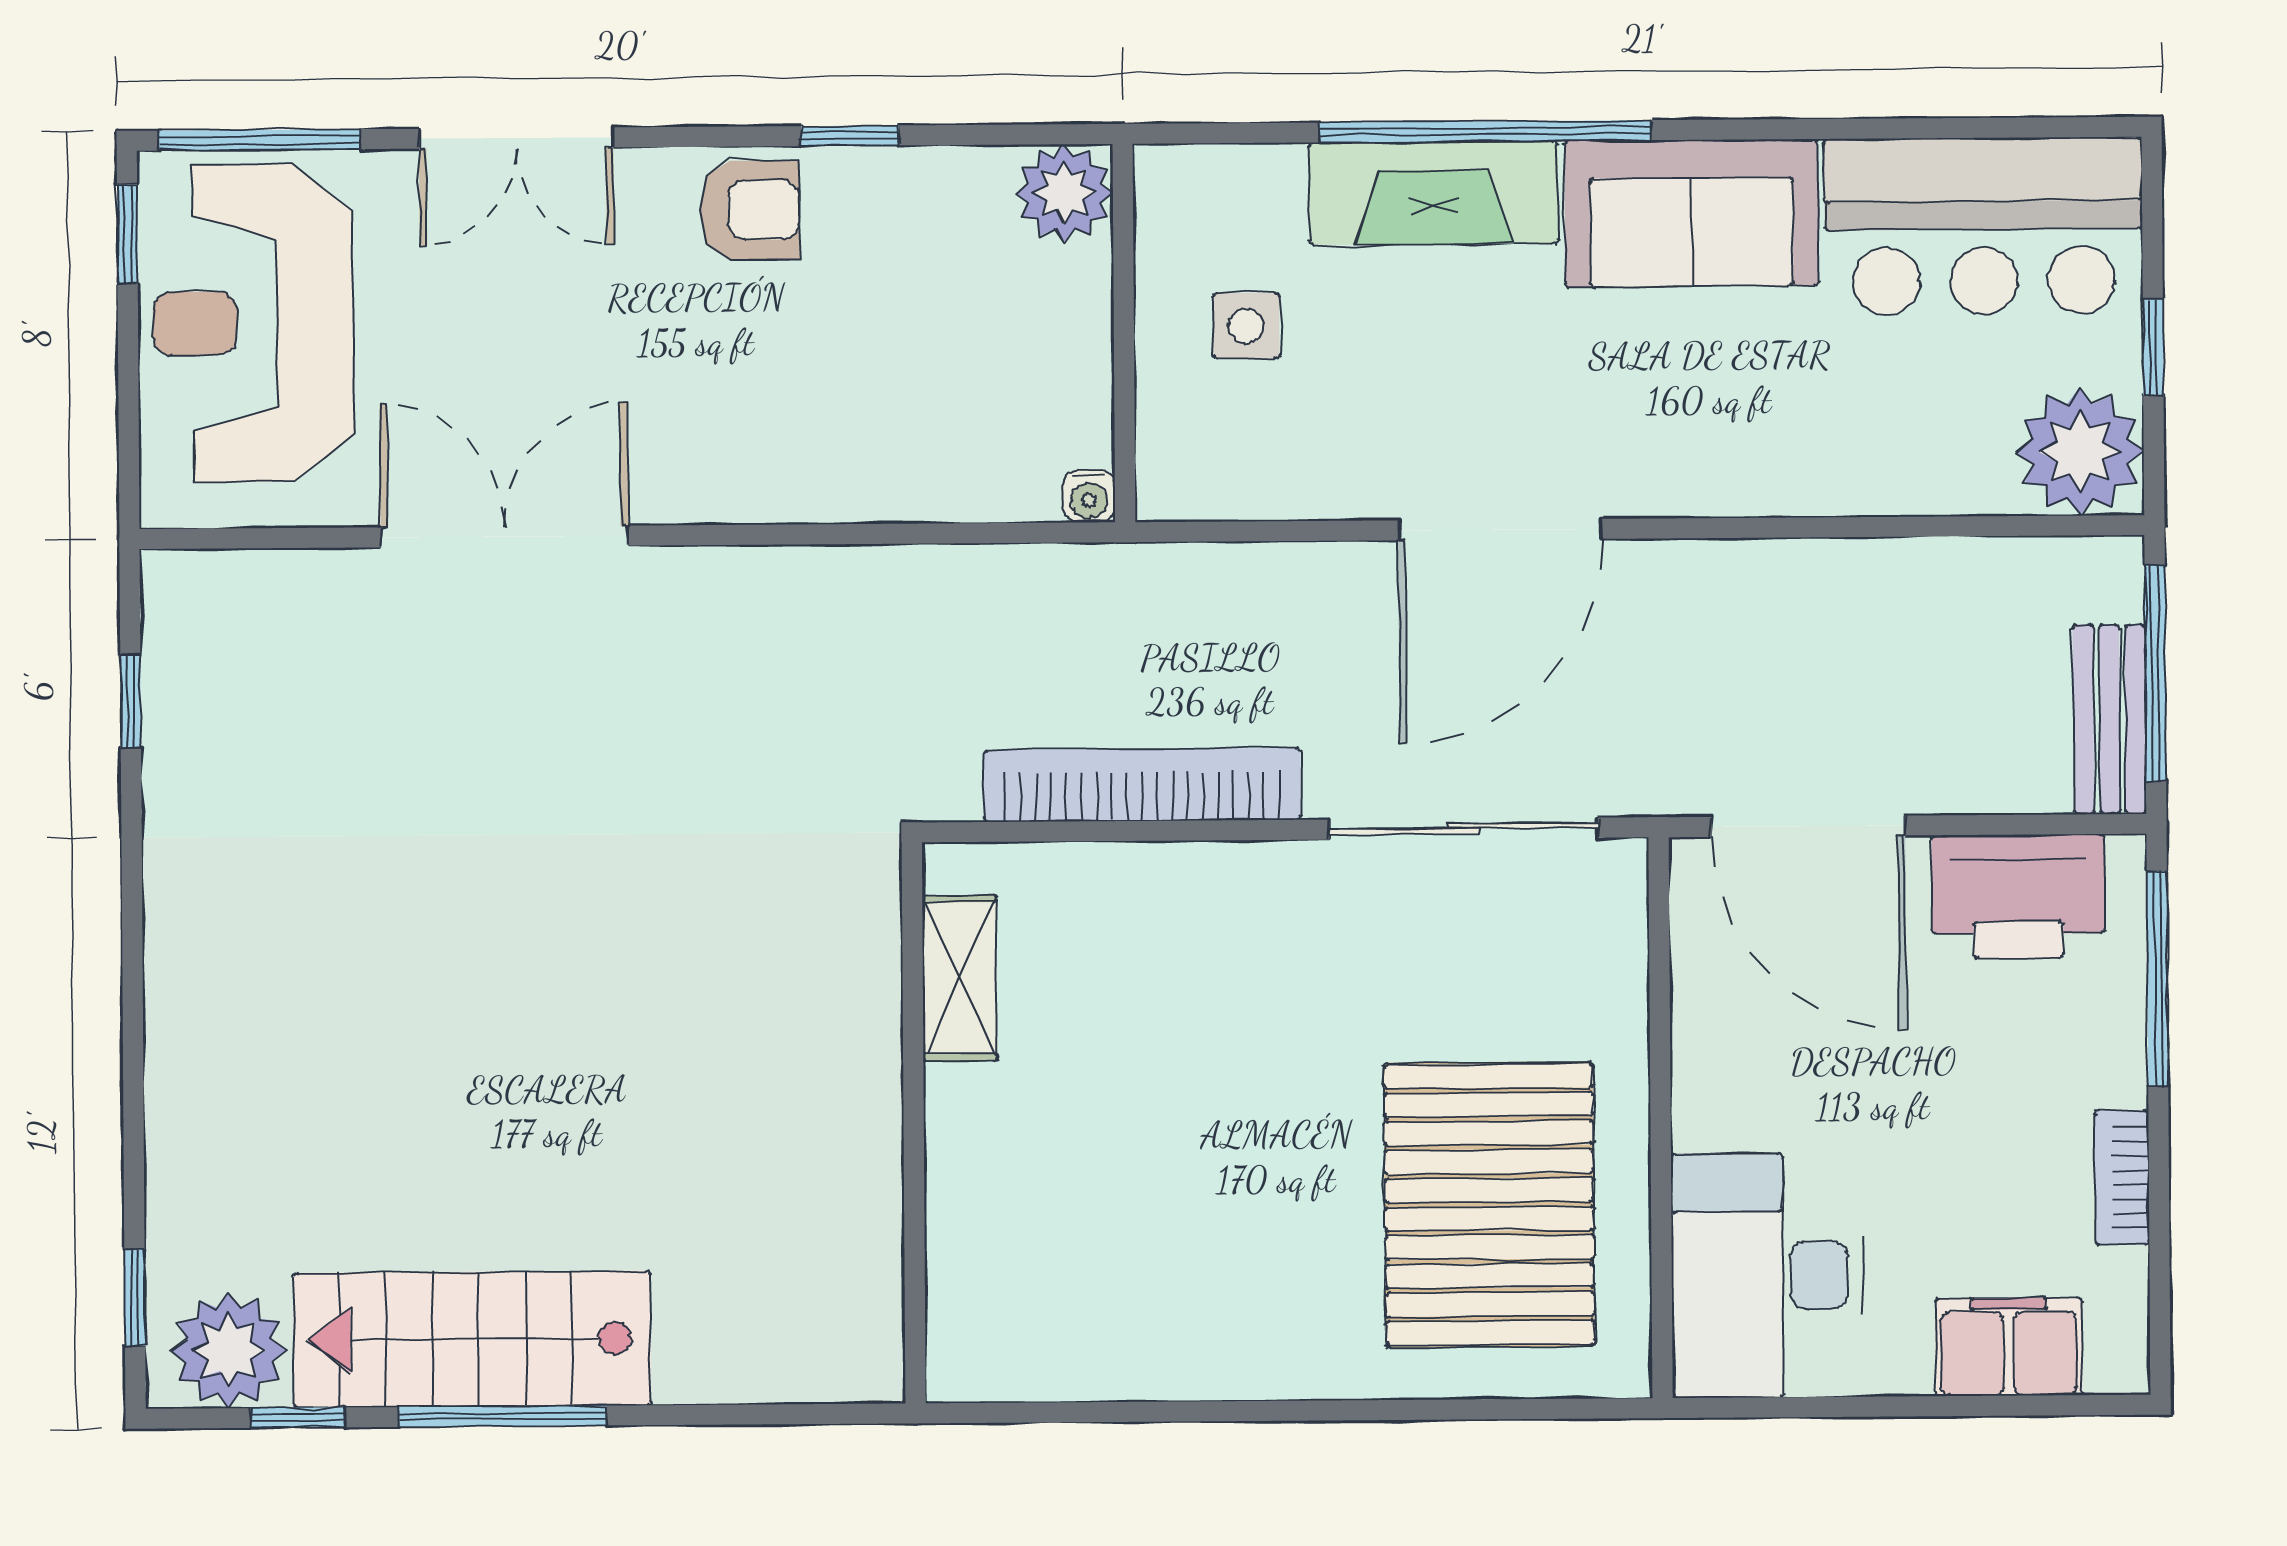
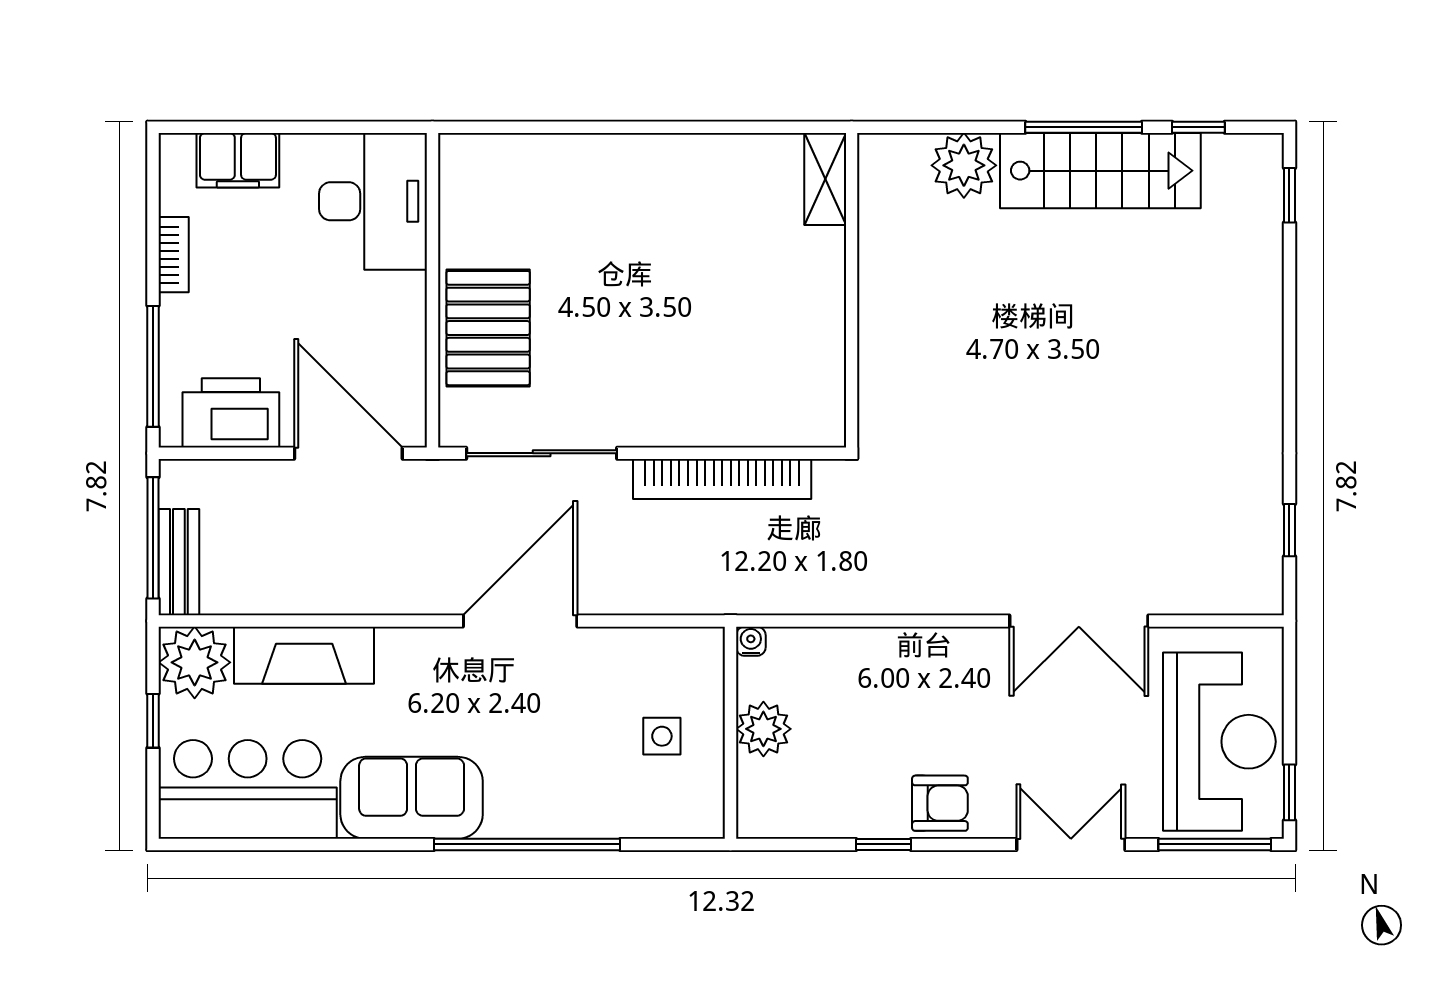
plant: (1064, 193) -> (763, 729), moved
fireplace: (1434, 193) -> (304, 655), moved, turned 180
armchair: (750, 210) -> (940, 803), turned 180
bench: (2109, 719) -> (179, 562), moved
shelving: (960, 978) -> (825, 179), moved
pallet: (1489, 1204) -> (488, 328), moved, width x0.73, depth x0.71
plant: (229, 1350) -> (964, 165), moved

